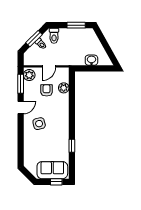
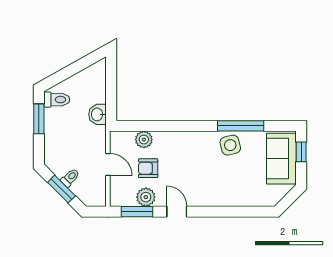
toilet: (54, 36) -> (57, 100), moved
washbasin: (91, 60) -> (98, 114), moved
plant: (29, 75) -> (146, 197), moved
side table: (39, 124) -> (230, 145), moved
window: (72, 146) -> (241, 126), width x2.17

